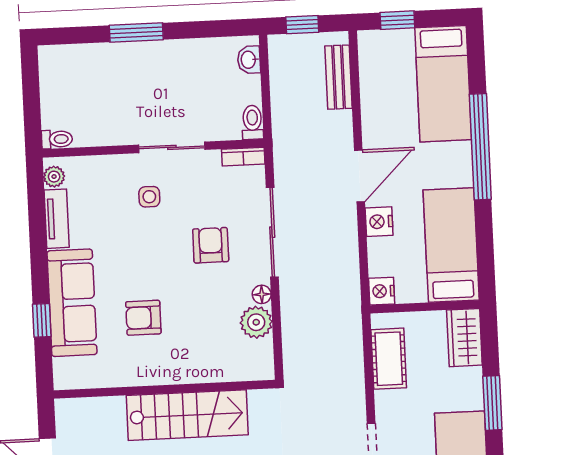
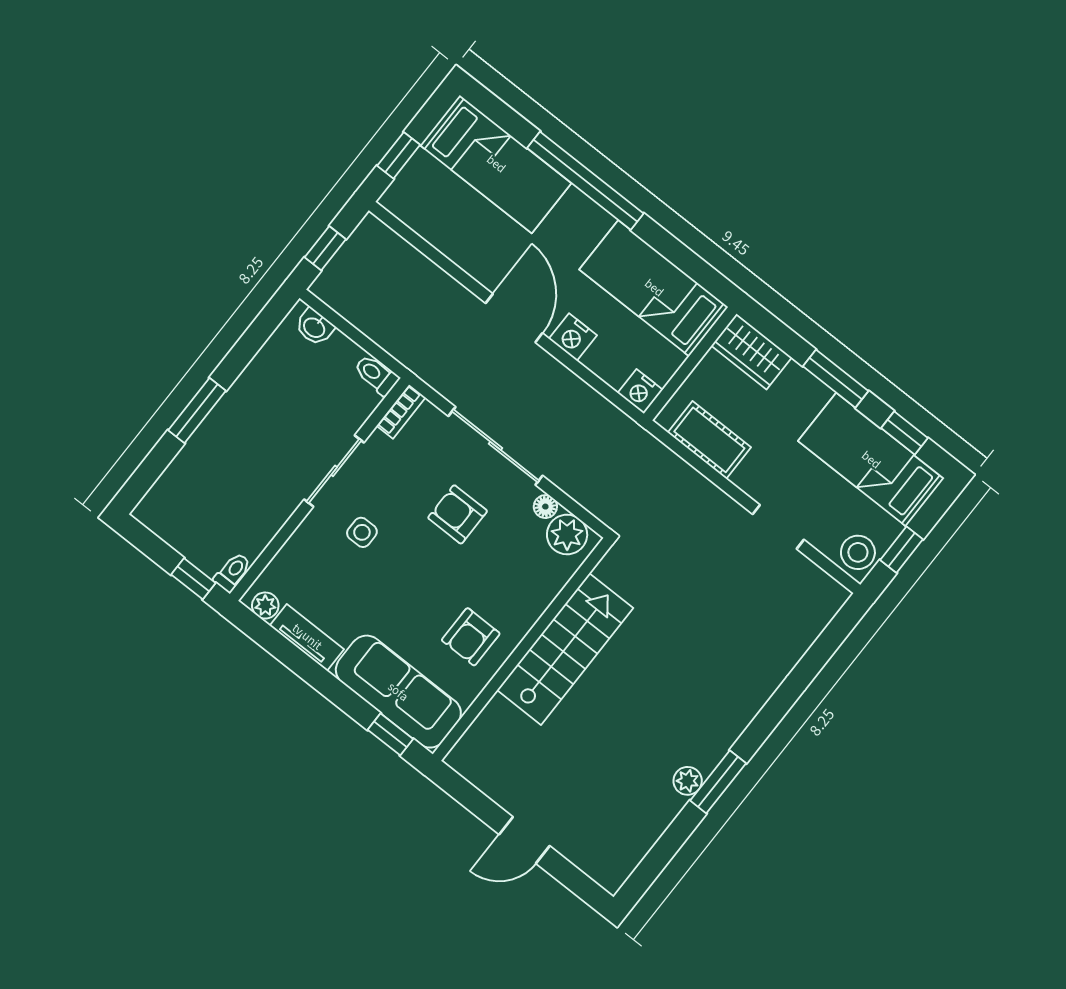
bench: (338, 77) -> (404, 257), removed
window: (32, 119) -> (193, 579), added
wall: (164, 389) -> (522, 649), moved
stairs: (187, 415) -> (565, 649), moved

